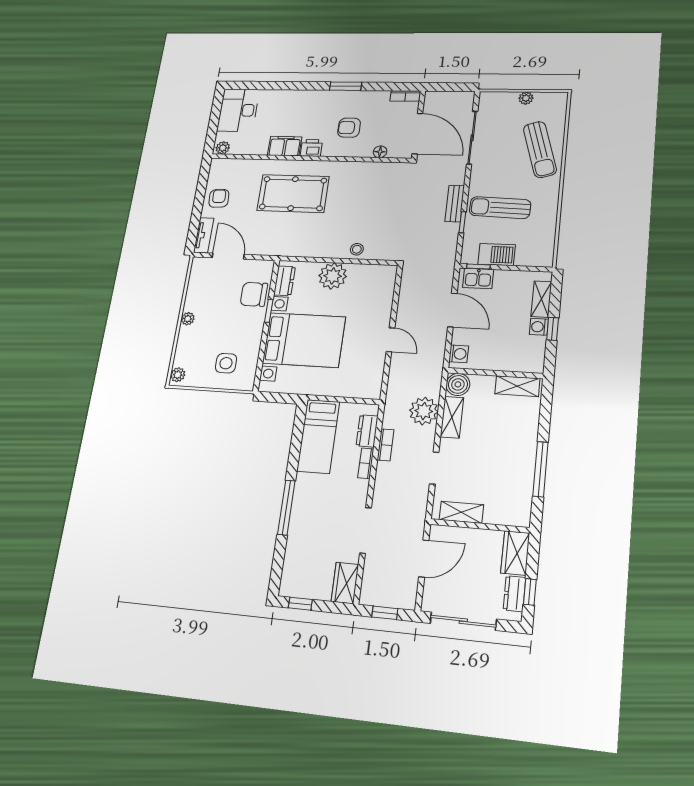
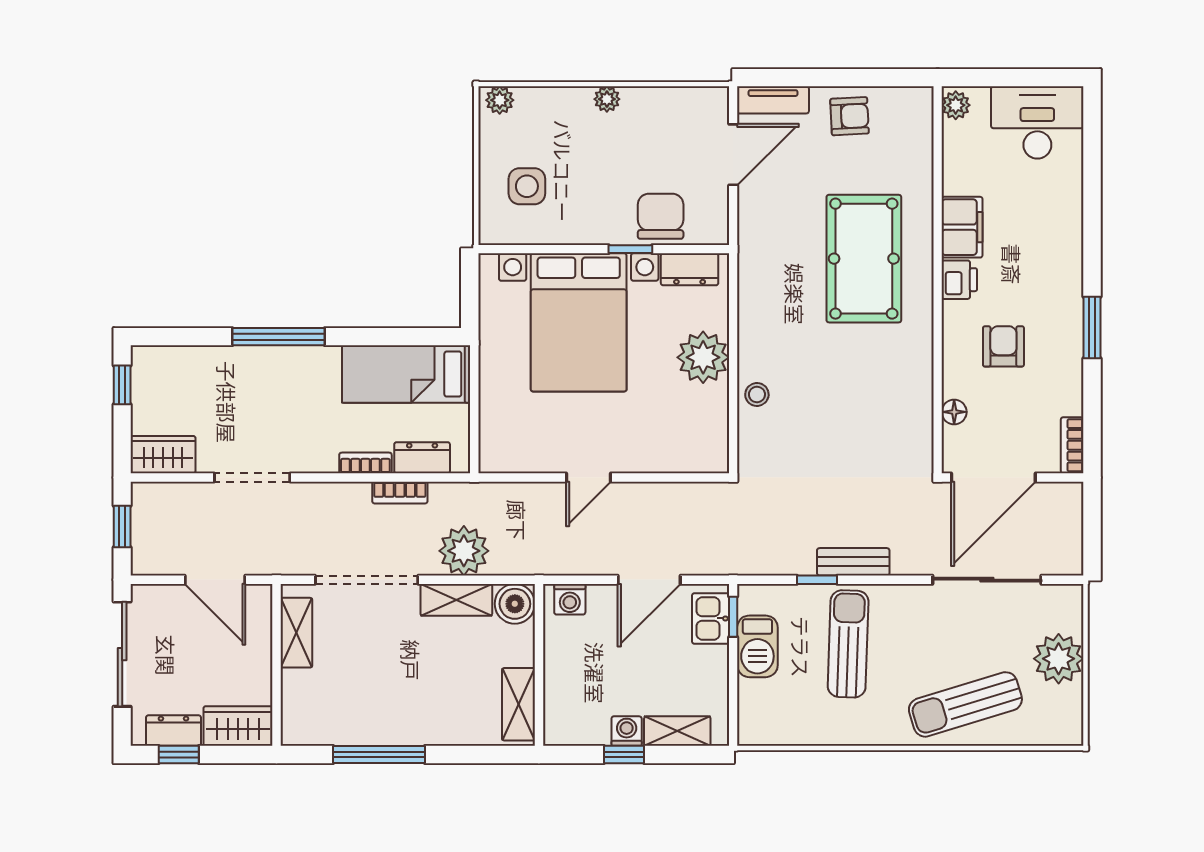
plant: (526, 98) -> (1059, 659), width x1.88, depth x1.88
doorway: (434, 468) -> (367, 580), width x1.87

